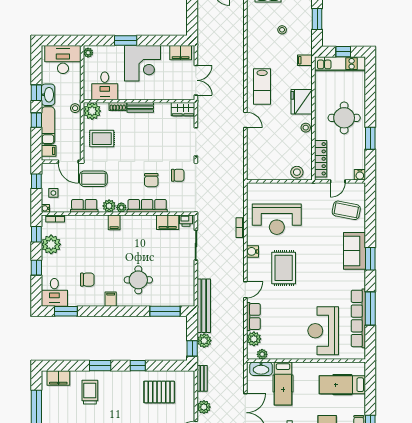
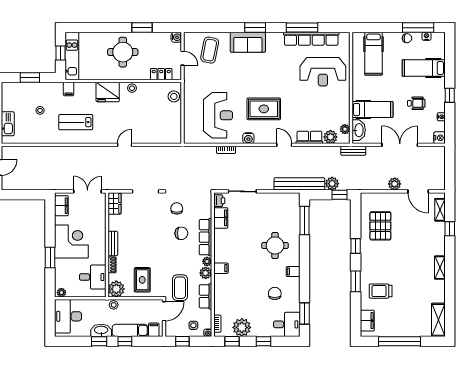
lab bench: (262, 86) -> (76, 122), moved, turned 180
locker: (321, 159) -> (161, 74), width x0.66
bench: (202, 378) -> (353, 151), moved

